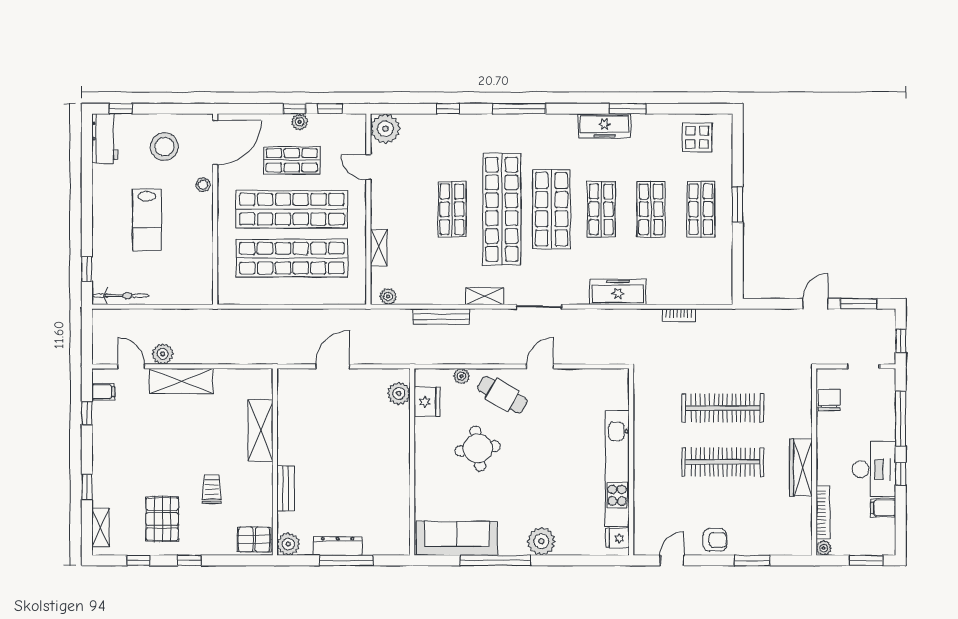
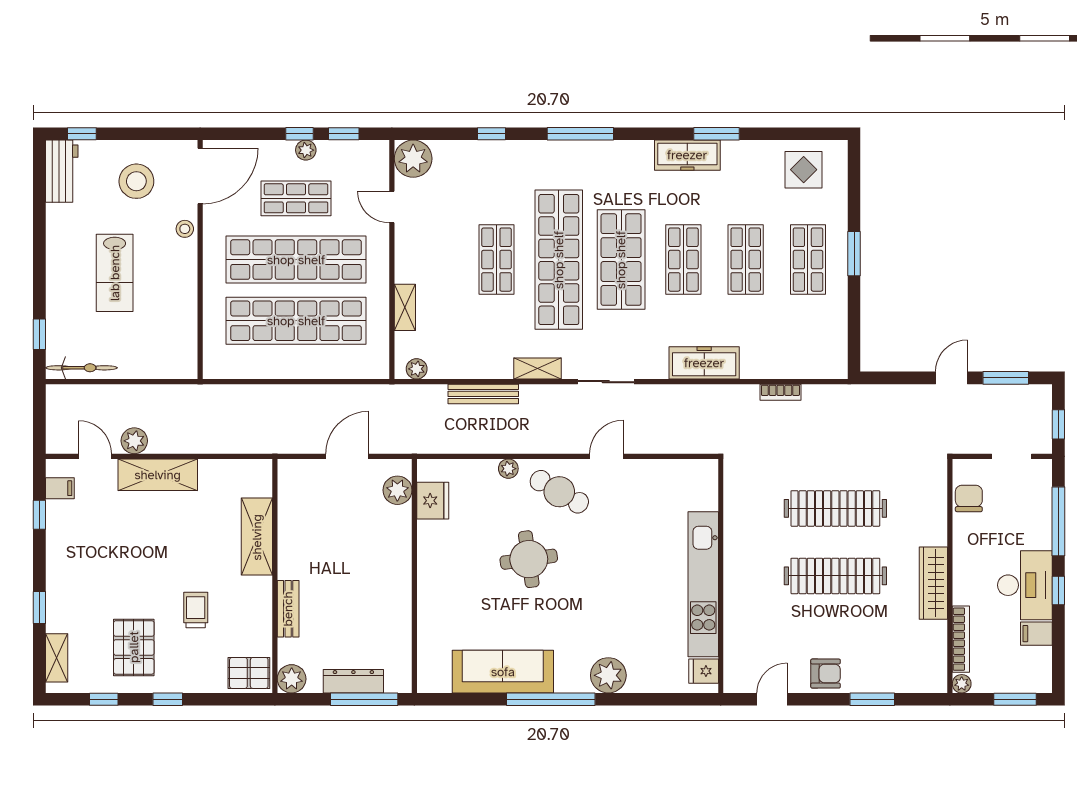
plant: (399, 393) -> (397, 490), moved
fridge: (427, 402) -> (433, 501), moved
wall: (412, 462) -> (414, 576), moved

